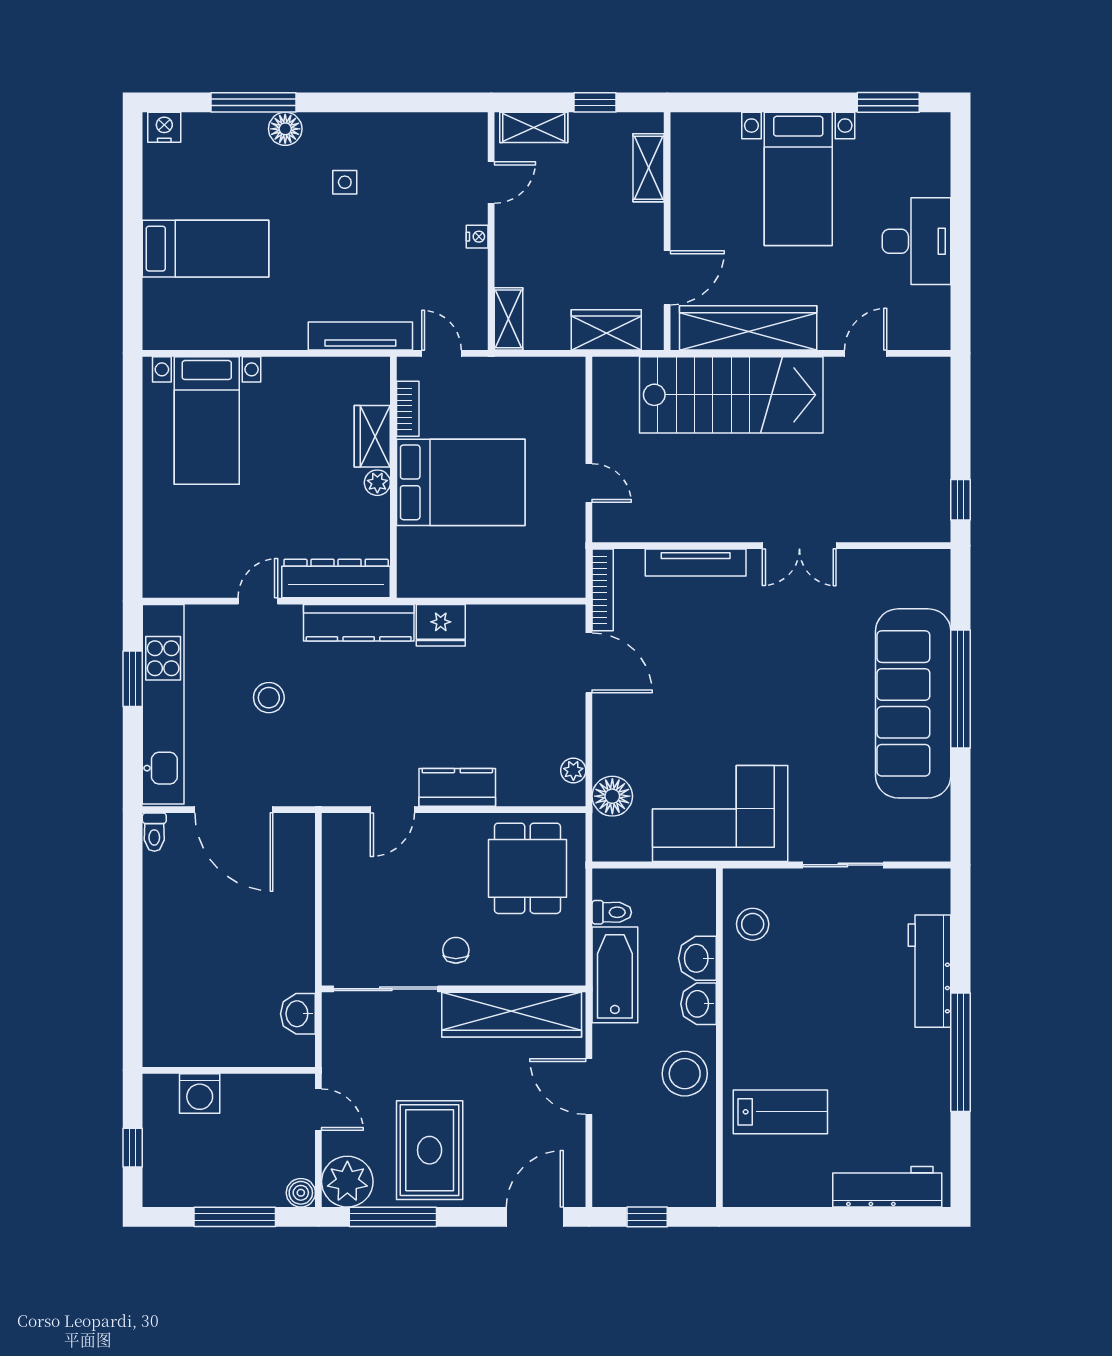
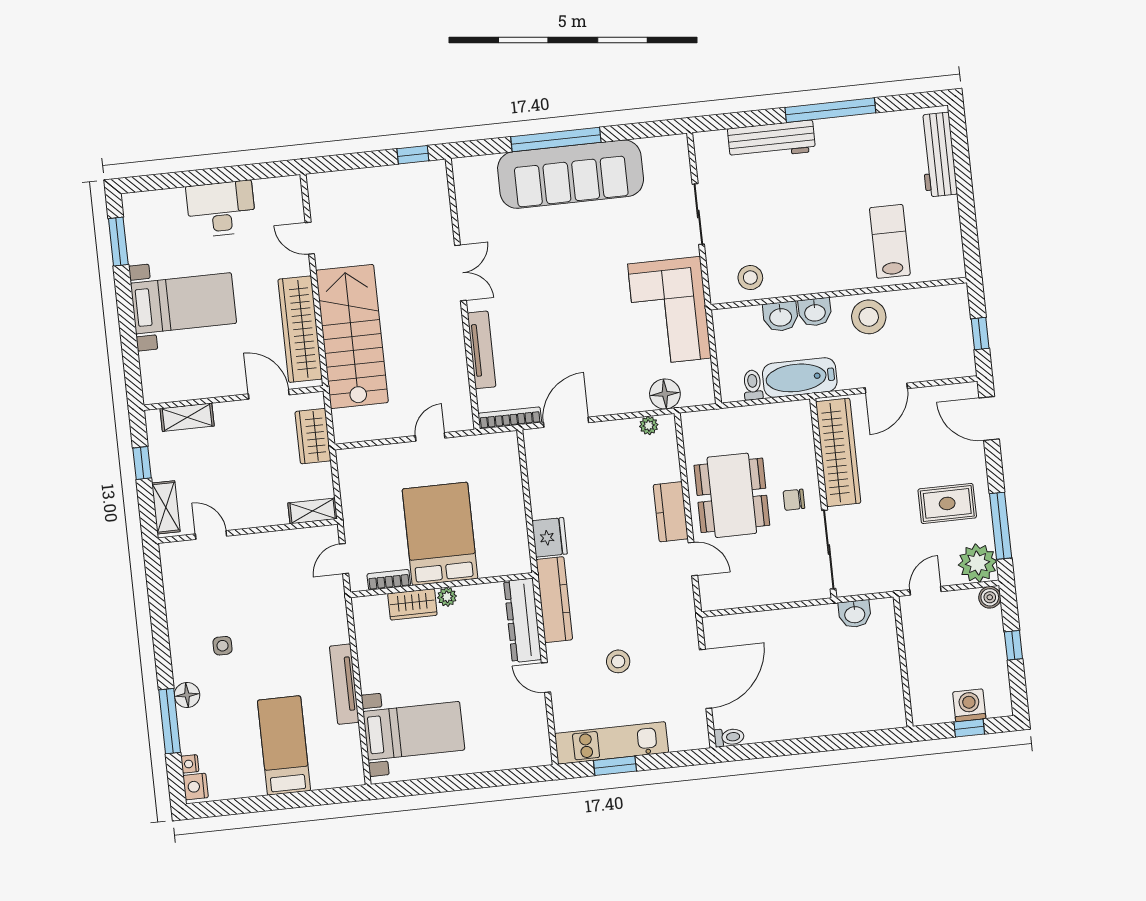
nightstand: (477, 237) -> (190, 764), moved, turned -90
tv unit: (360, 336) -> (344, 684), moved
kitchen unit: (163, 704) -> (612, 743), width x0.73
dining table: (527, 868) -> (732, 495), moved, width x1.37
washing machine: (200, 1094) -> (969, 705), moved, turned -90
rug: (430, 1150) -> (947, 503), width x0.73, depth x0.70
window: (235, 1217) -> (1013, 645), width x0.46

